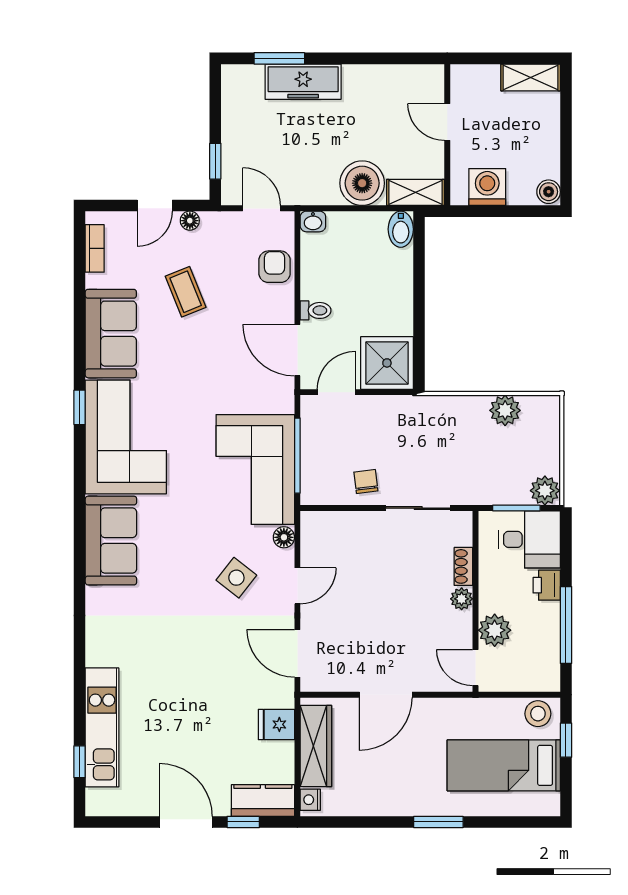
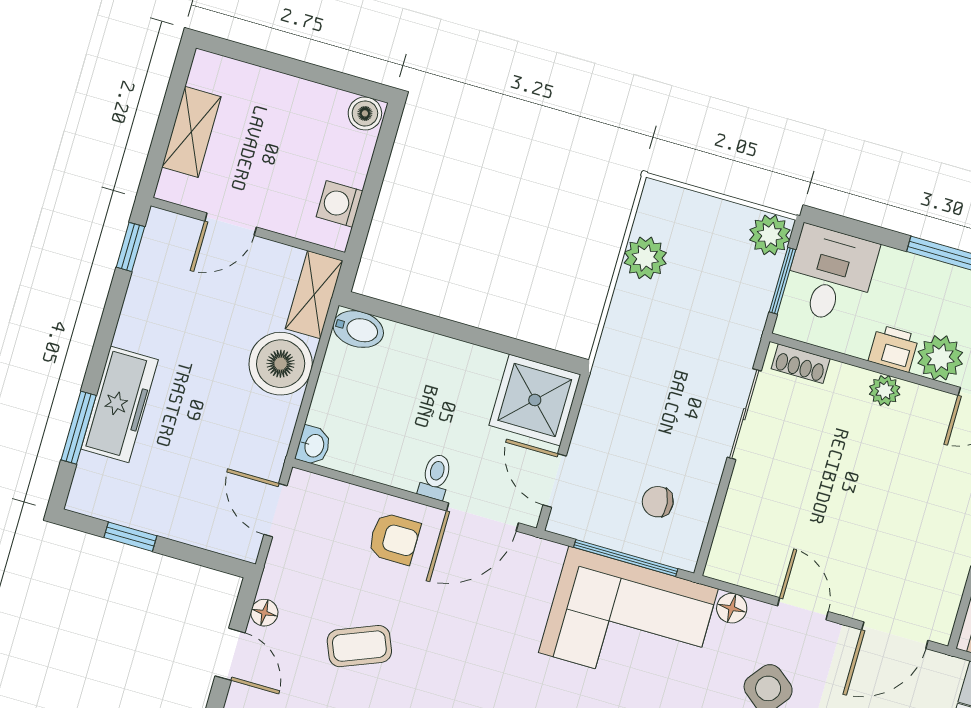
window: (412, 58) -> (130, 247), added
shelving: (531, 77) -> (191, 132), moved
window: (215, 161) -> (130, 537), moved
washing machine: (487, 187) -> (339, 204), width x0.73, depth x0.73
door: (262, 208) -> (276, 510), hinge flipped
armchair: (275, 267) -> (394, 539), moved, turned 180
chair: (366, 482) -> (658, 502), moved
shoe rack: (463, 566) -> (801, 364), moved
printer: (547, 585) -> (894, 348), moved, turned 180

